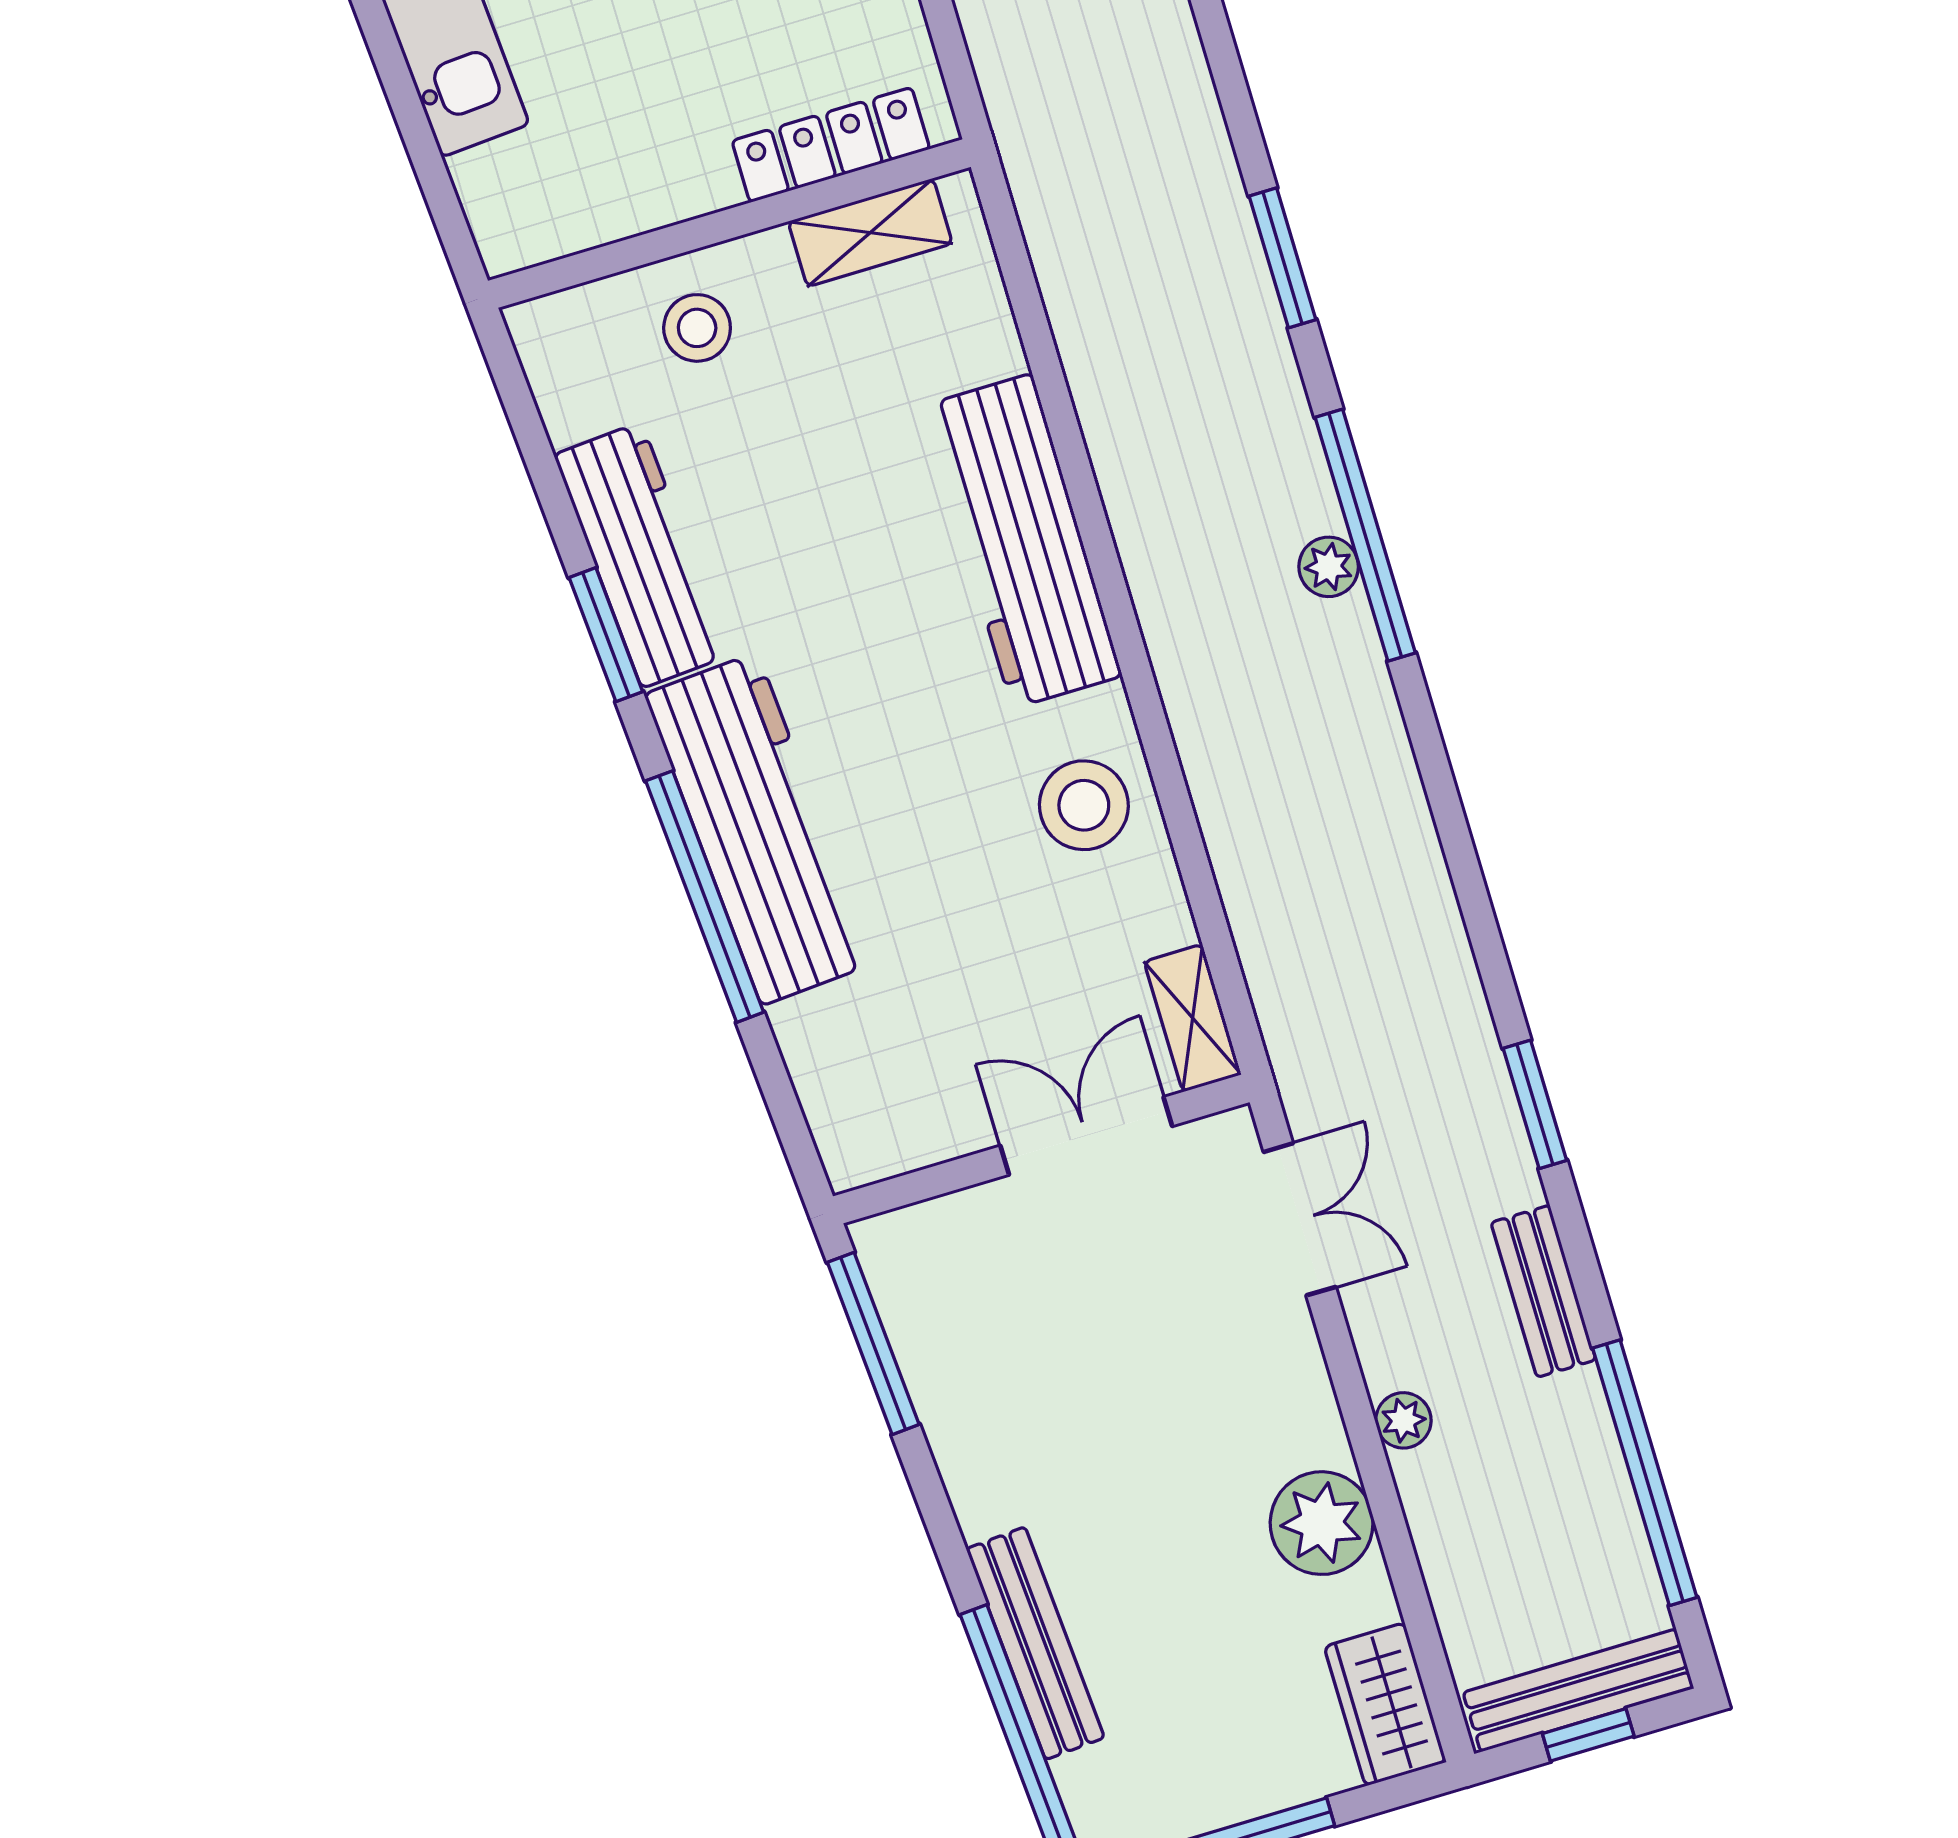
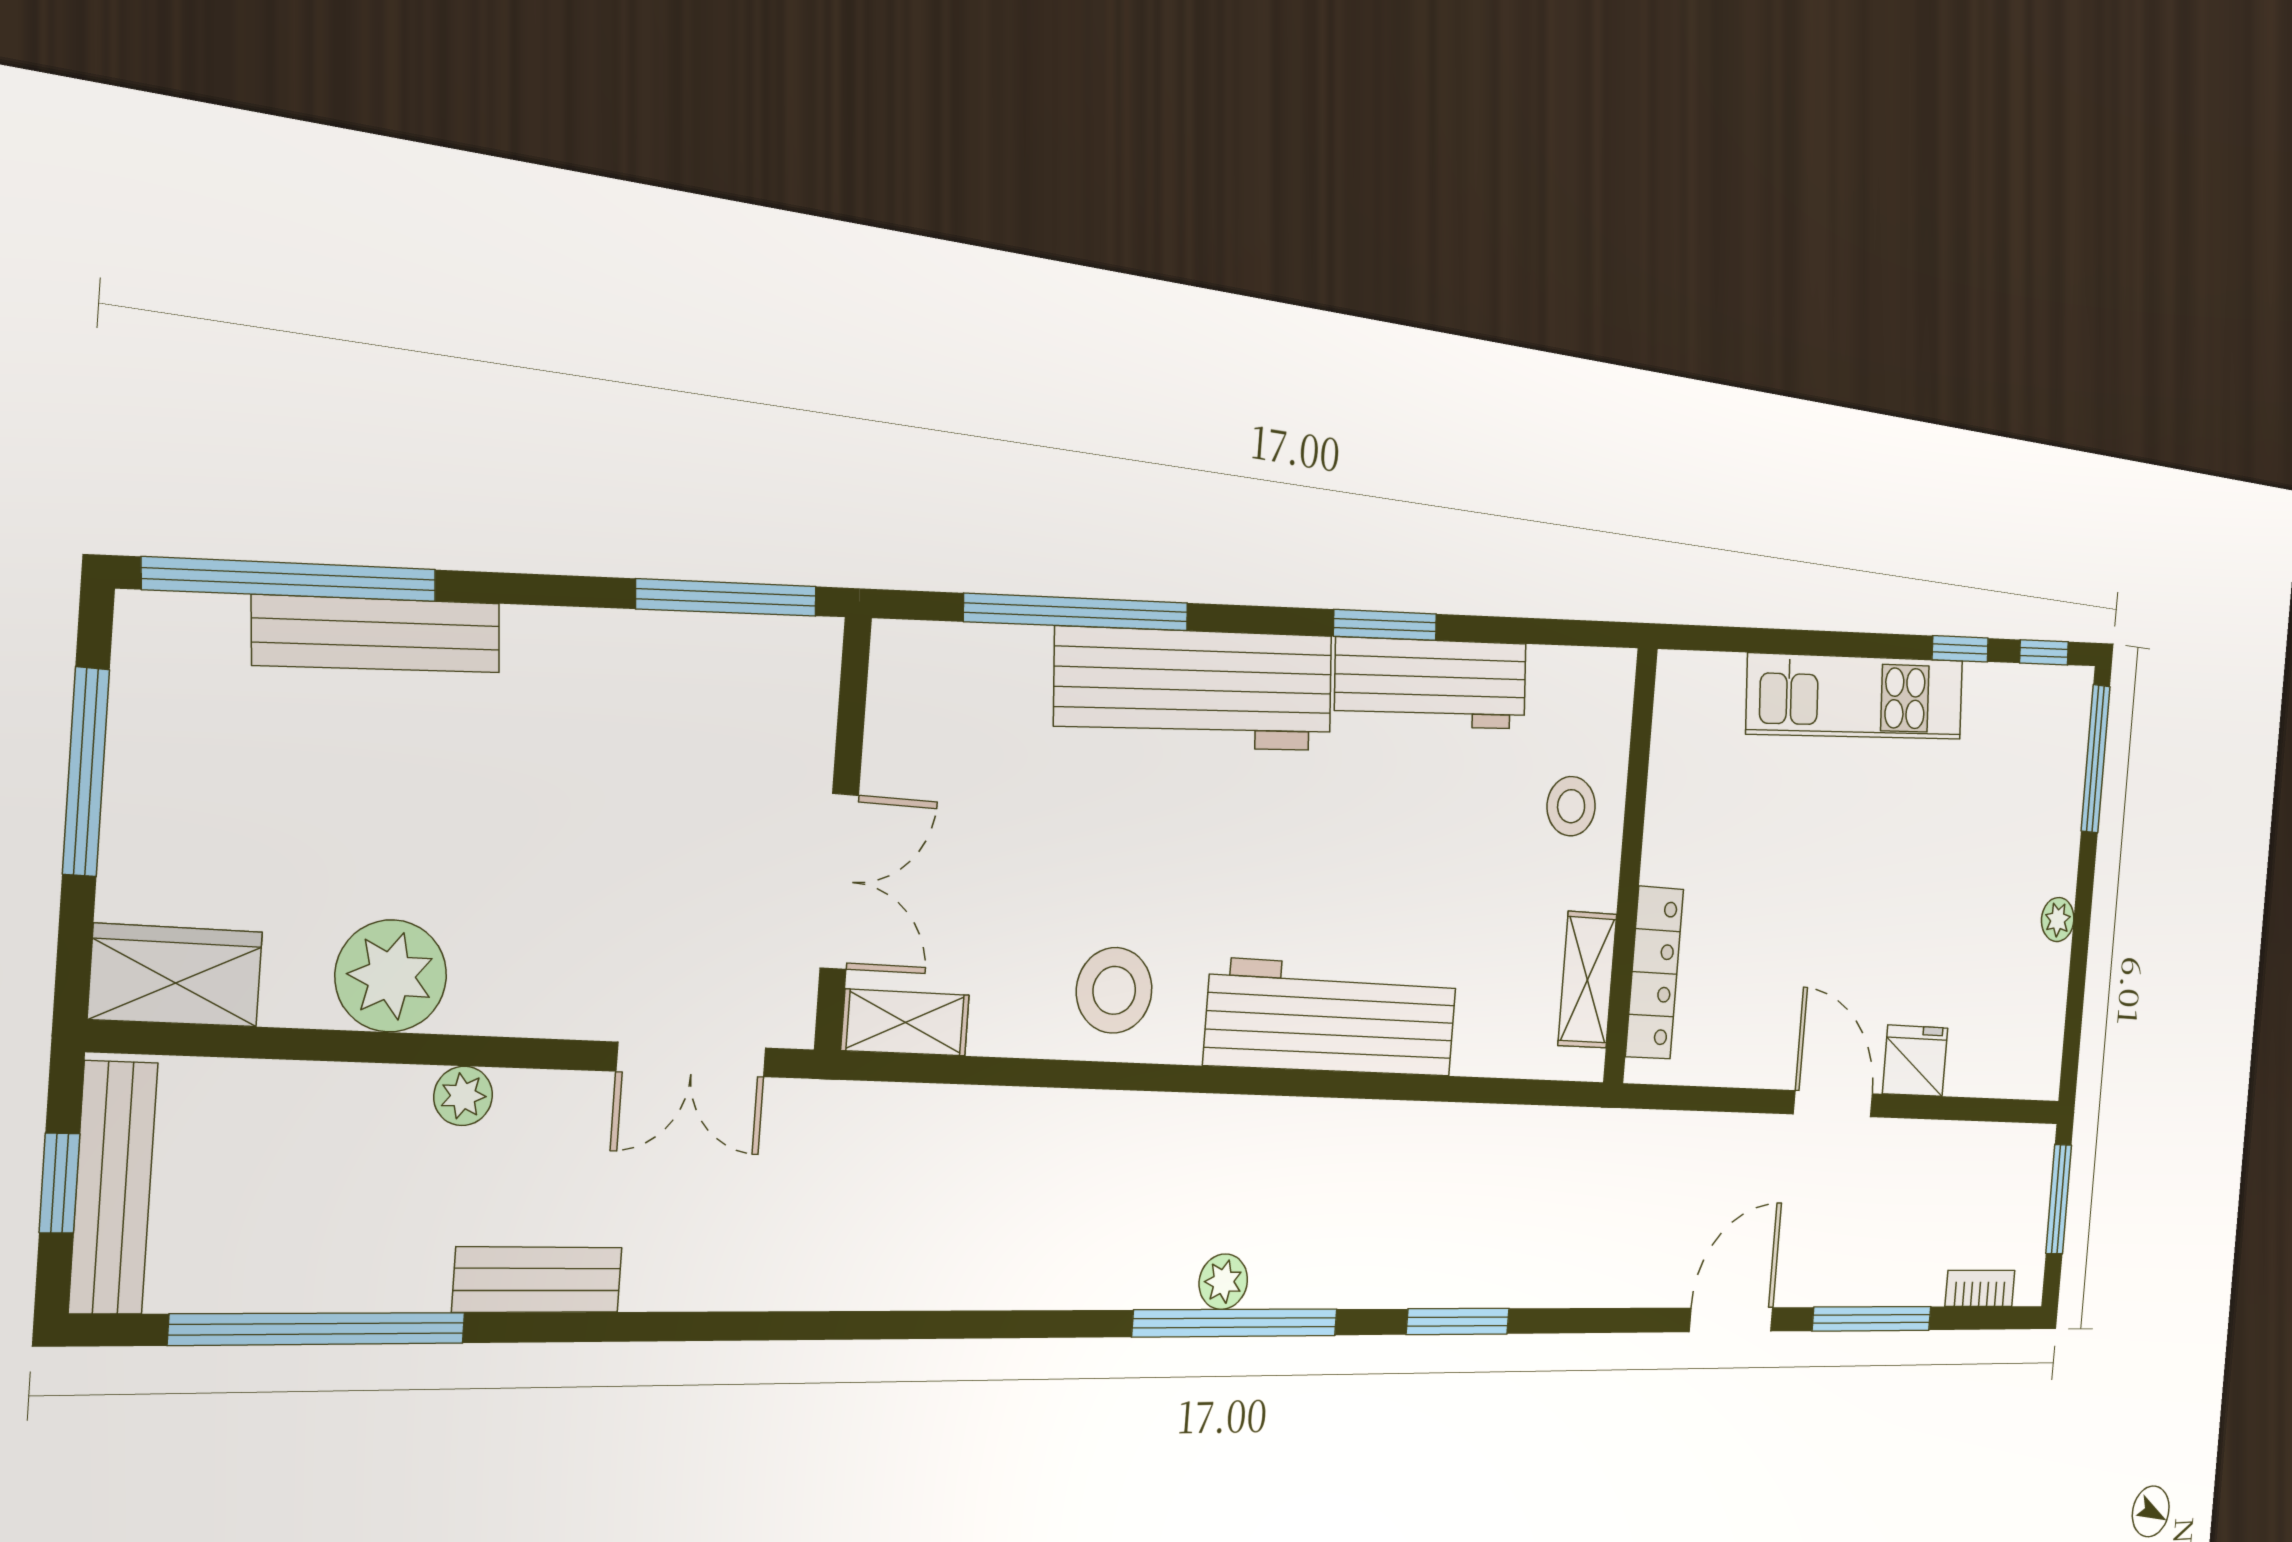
window: (705, 897) -> (1078, 612), moved
window: (1535, 1104) -> (715, 1326), removed

